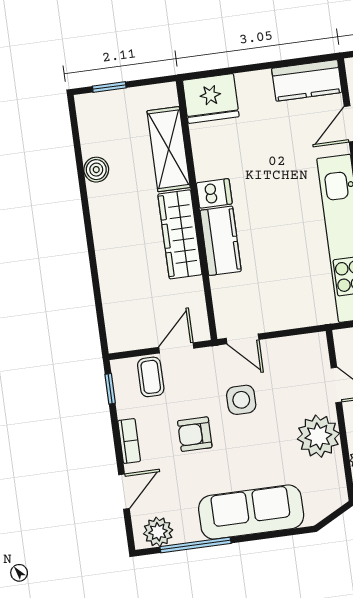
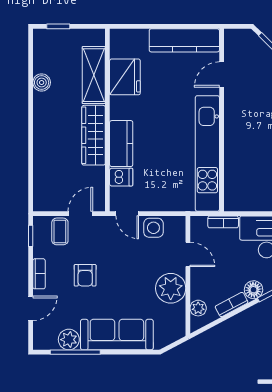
kitchen counter: (307, 80) -> (184, 40), width x1.50
fridge: (211, 99) -> (125, 77), moved, turned -90
dishwasher: (214, 193) -> (121, 177), moved
side table: (241, 400) -> (153, 228), moved
armchair: (195, 434) -> (85, 275), turned -90
plant: (158, 532) -> (69, 340), moved

